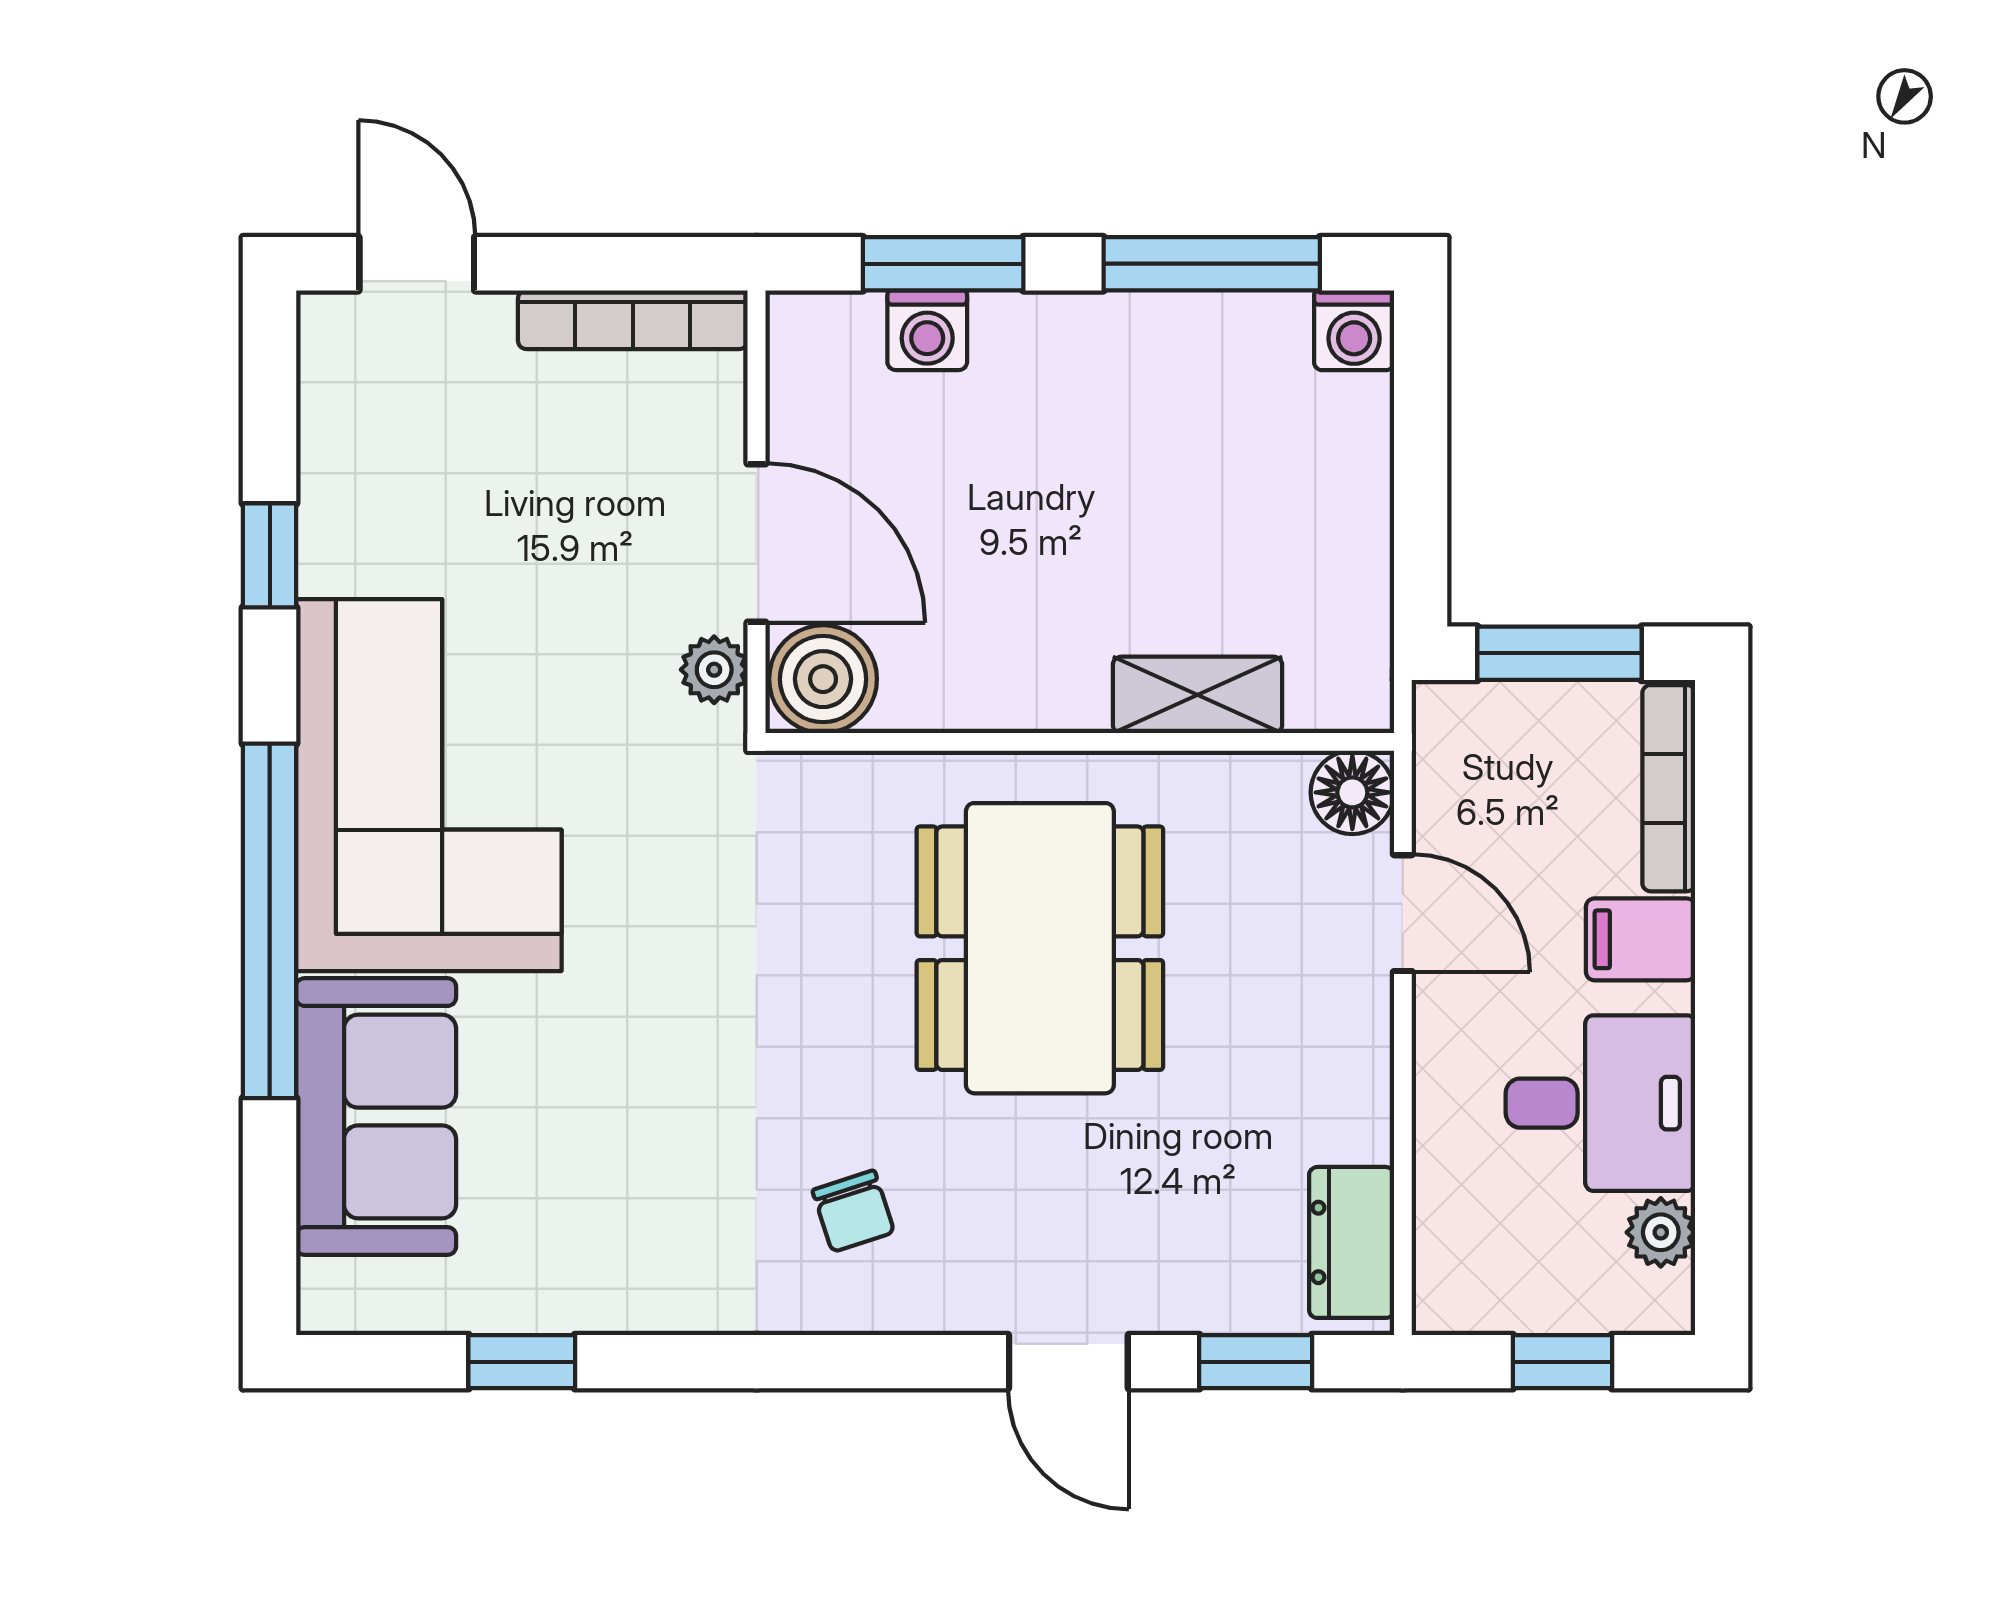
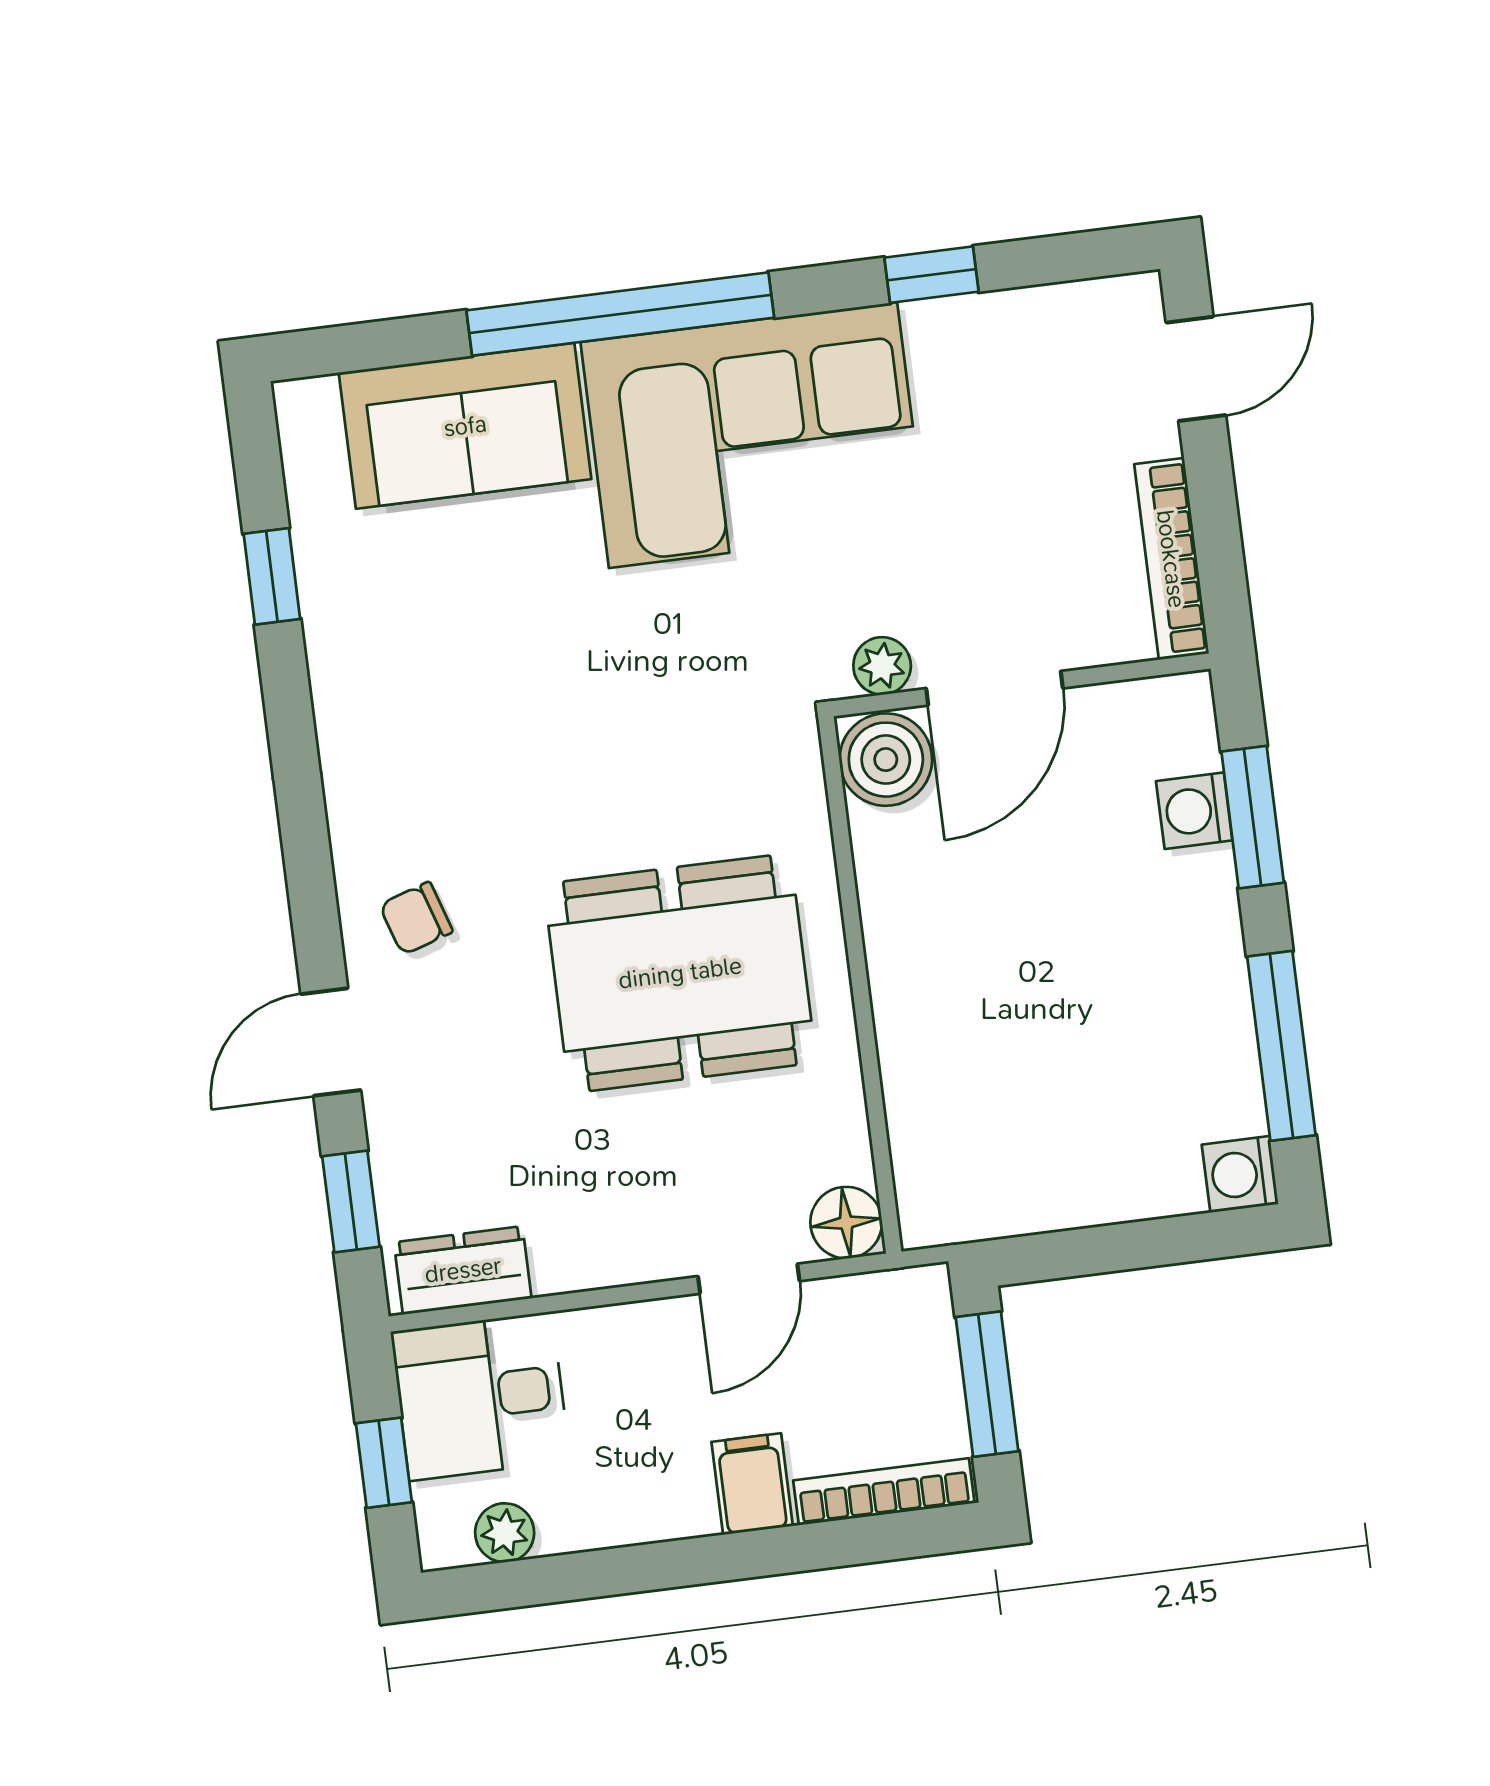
shelving: (1198, 695) -> (913, 1080), removed
desk: (1600, 1103) -> (480, 1396), moved, turned 90
chair: (853, 1211) -> (416, 918), moved

